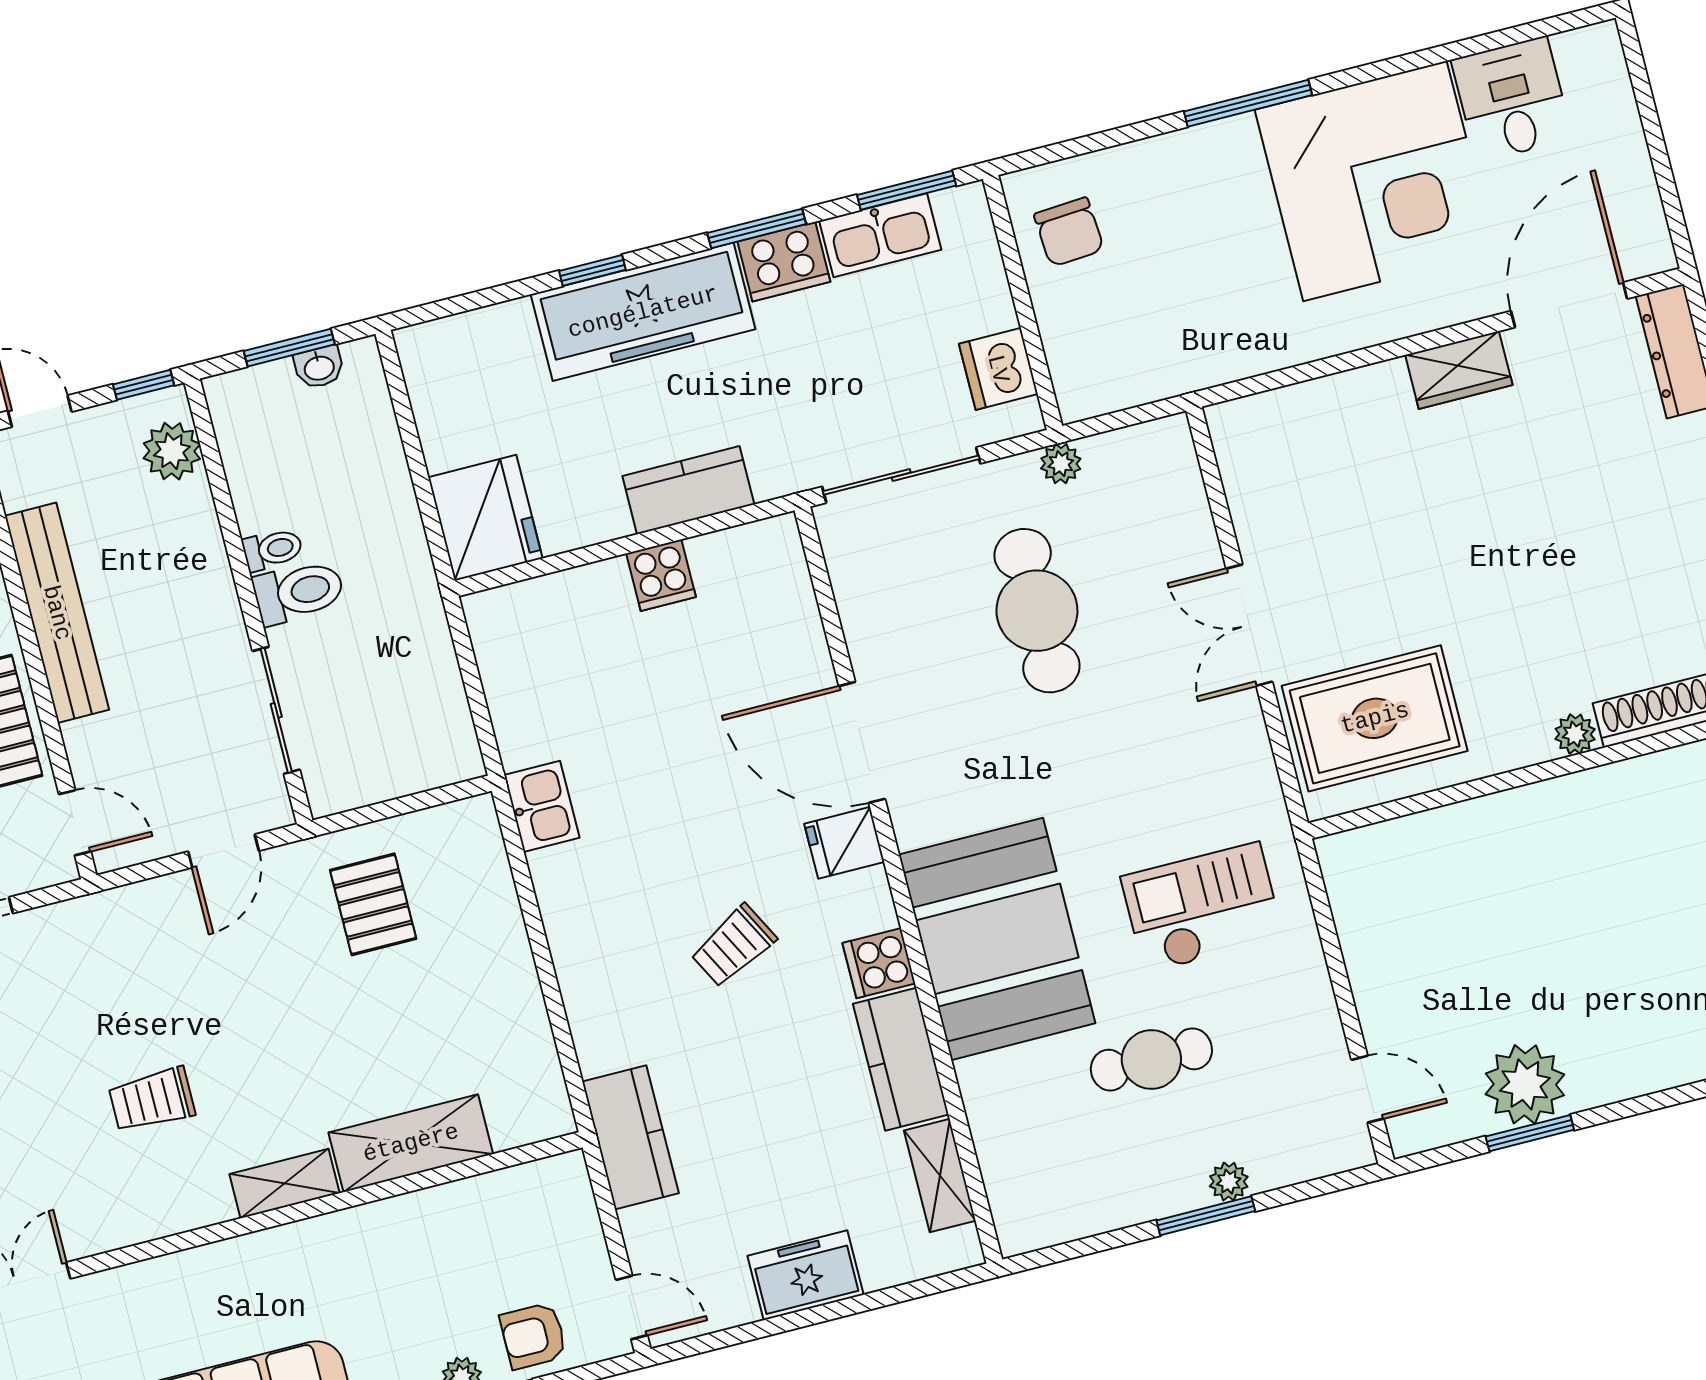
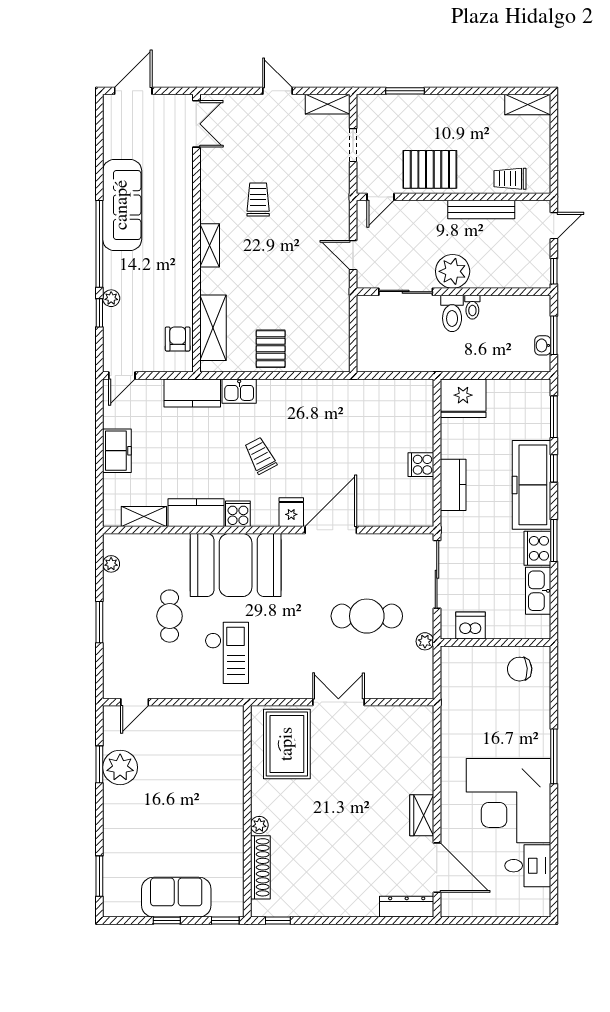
window: (907, 190) -> (554, 417), moved
plant: (172, 451) -> (453, 271), moved, width x1.36, depth x1.36
bench: (57, 613) -> (481, 209), width x0.73, depth x0.82
kitchen sink: (542, 806) -> (239, 391), moved
pallet: (373, 904) -> (271, 349), moved, turned 90
shelving: (411, 1143) -> (213, 328), moved
plant: (1229, 1182) -> (111, 564), moved
armchair: (533, 1336) -> (178, 339), moved

